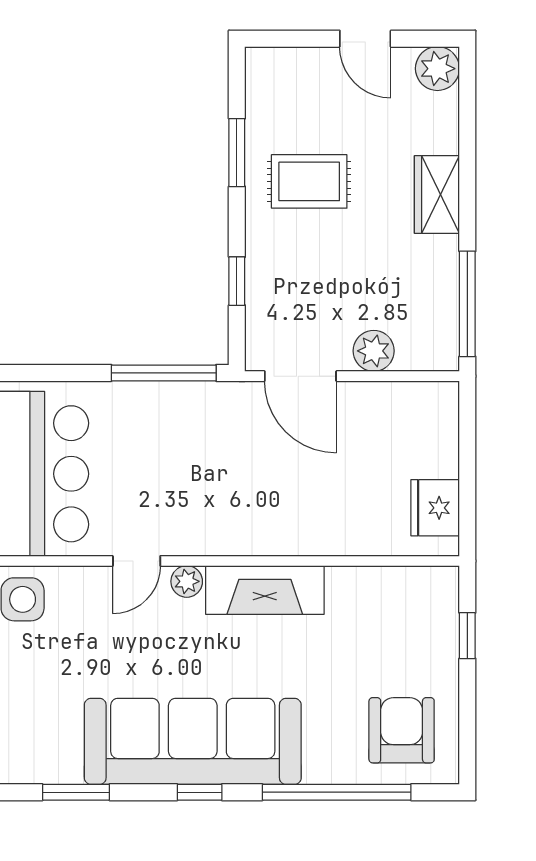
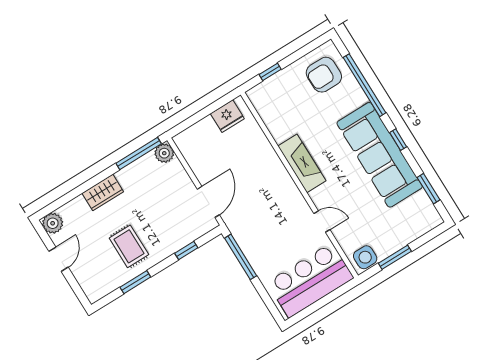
plant: (374, 351) -> (164, 153), moved
plant: (187, 581) -> (318, 197), removed

